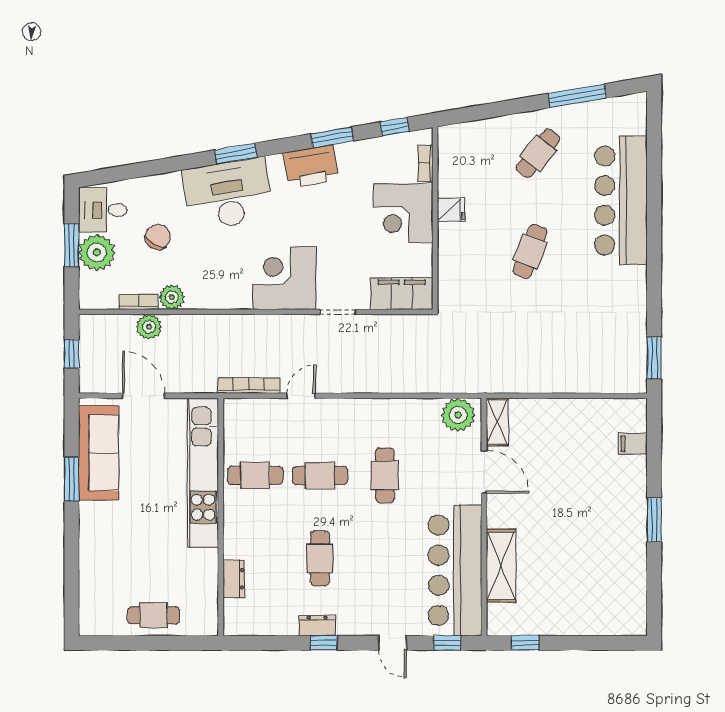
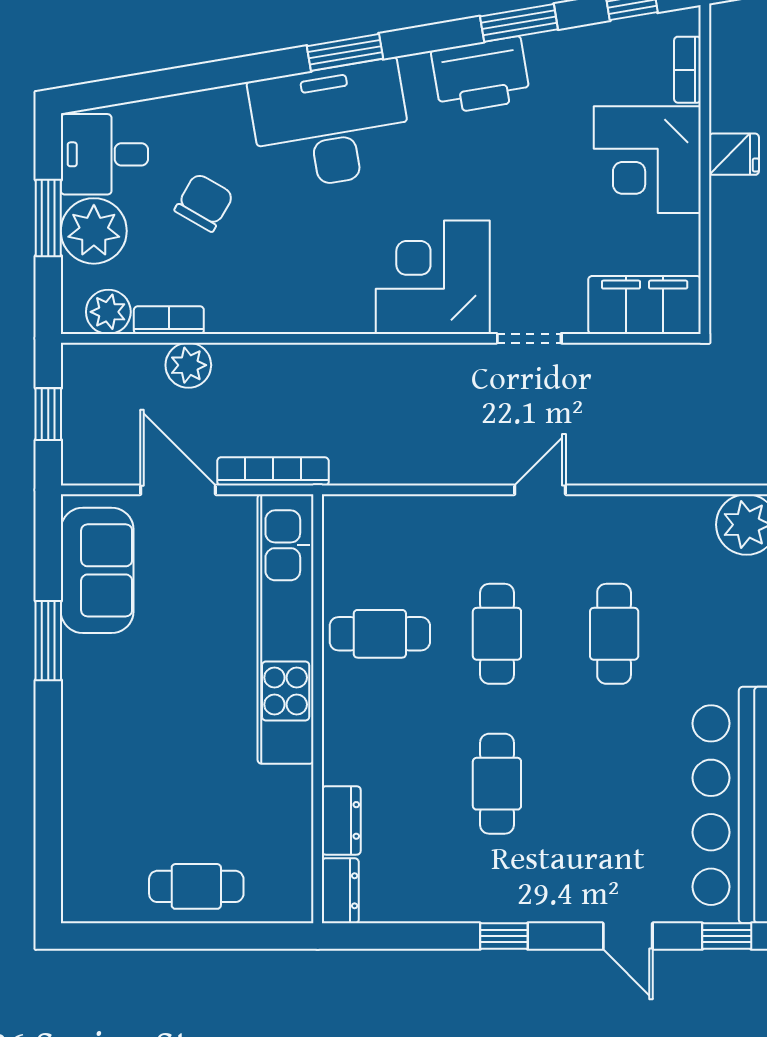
plant: (172, 297) -> (108, 312), moved
bookcase: (249, 386) -> (273, 471), moved
door: (301, 396) -> (540, 490), moved
sofa: (99, 453) -> (97, 570), width x0.73
cafe table: (320, 475) -> (497, 634), turned 90
dresser: (317, 626) -> (340, 891), moved, turned 90

